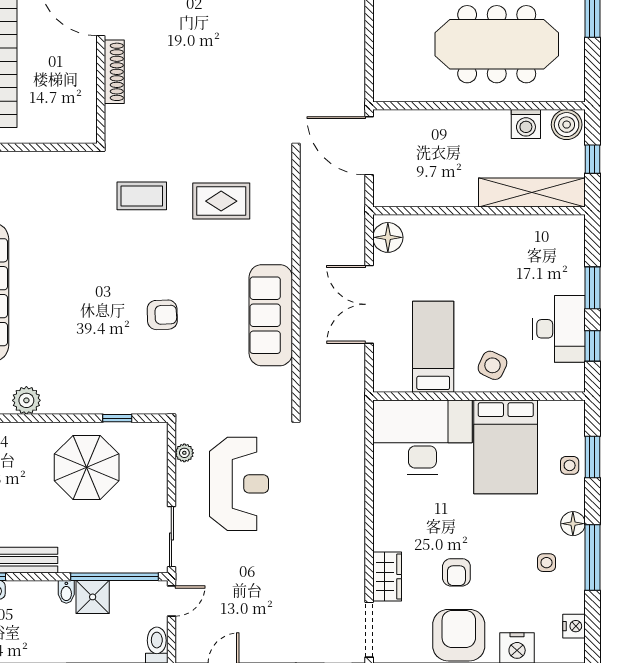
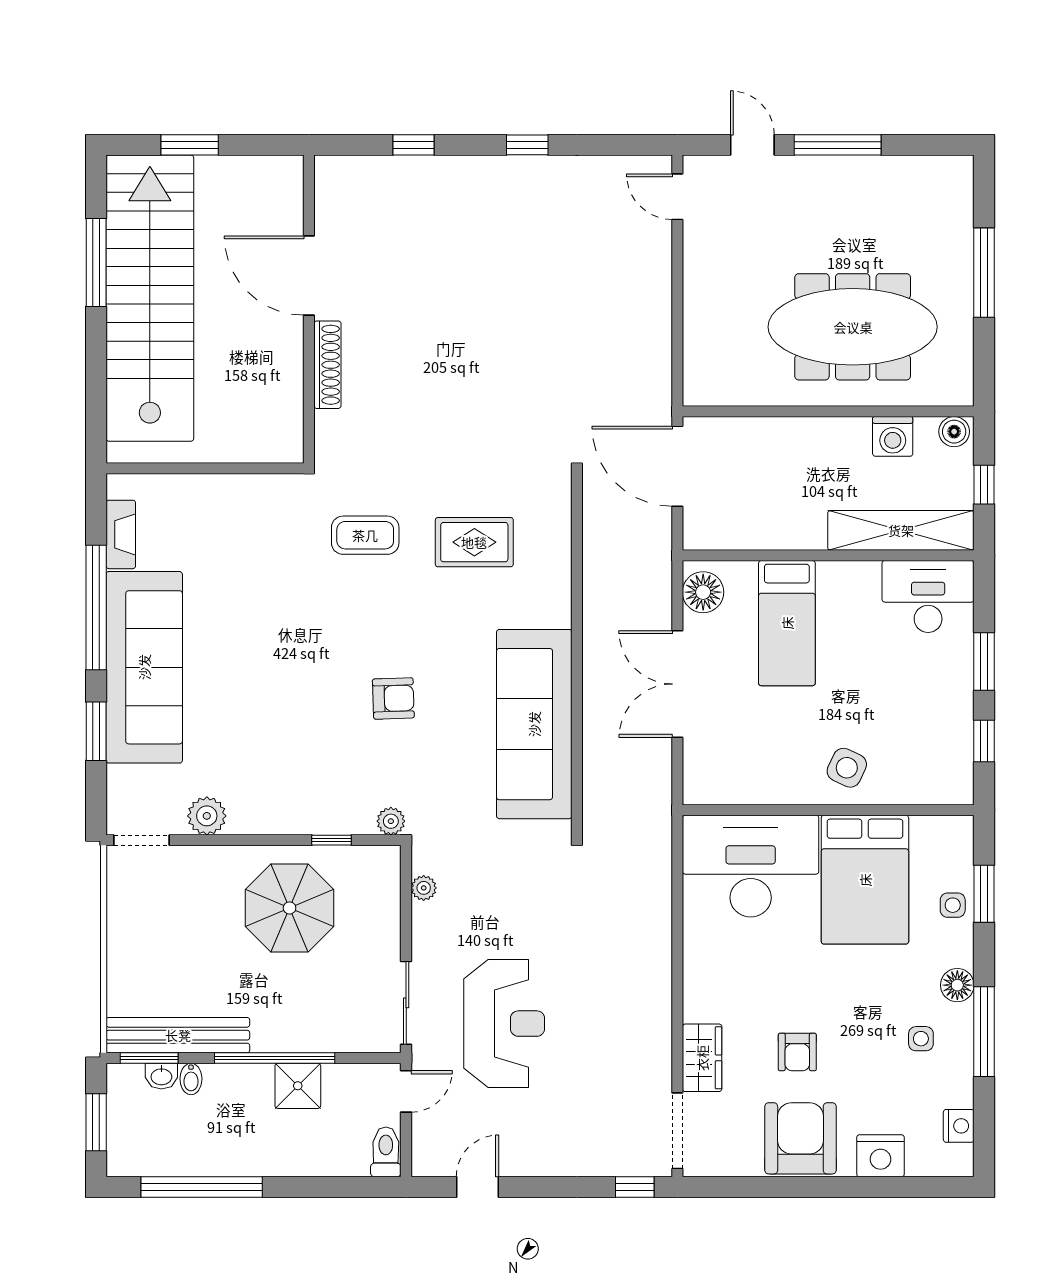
boiler: (567, 125) -> (954, 432), width x0.73, depth x0.73
sofa: (271, 315) -> (534, 724), width x1.36, depth x1.27
desk: (559, 329) -> (928, 597), moved, turned -90
bed: (433, 347) -> (787, 623), moved, turned 180
plant: (160, 404) -> (391, 821), added
reception desk: (239, 484) -> (504, 1024), moved
window: (115, 577) -> (275, 1058), moved
bidet: (66, 592) -> (191, 1079), moved

